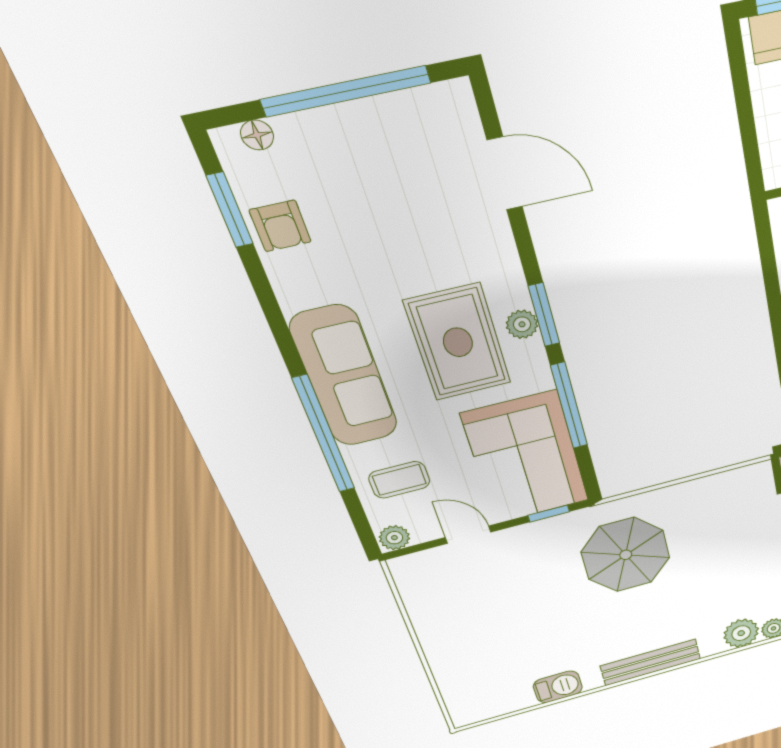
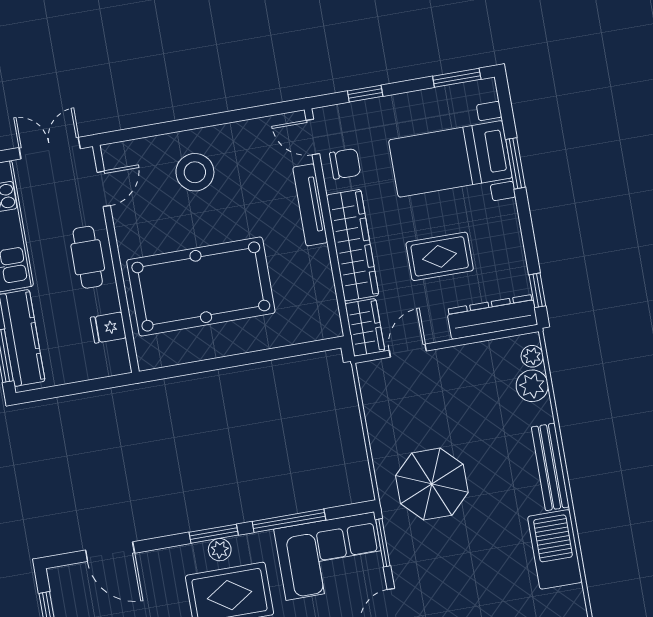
door: (505, 174) -> (110, 552), swing flipped
window: (549, 514) -> (383, 543), width x1.50
barbecue: (558, 687) -> (555, 549), width x1.88, depth x1.53

